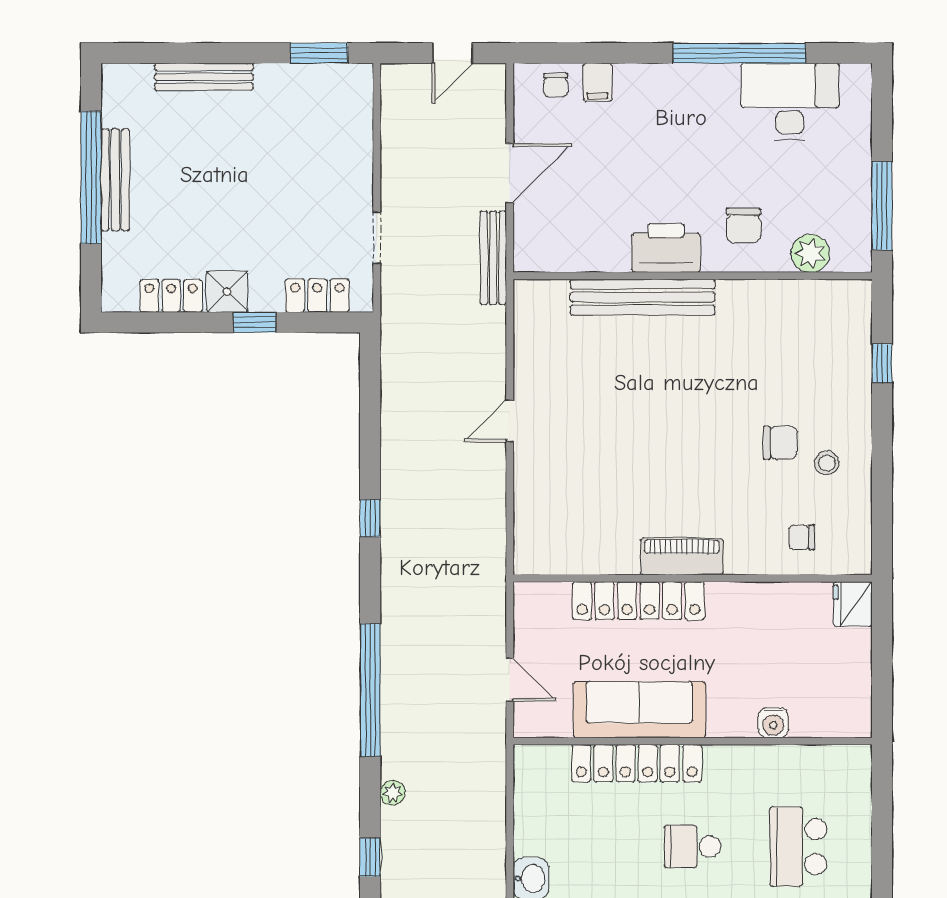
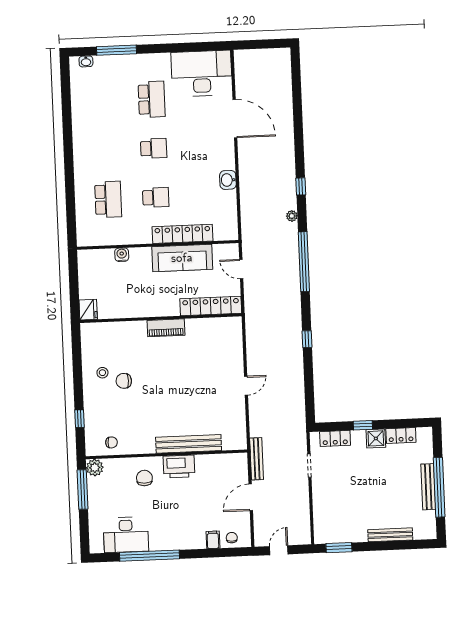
plant: (810, 253) -> (95, 468), moved
chair: (801, 537) -> (111, 442), moved
locker: (638, 601) -> (211, 306), moved

